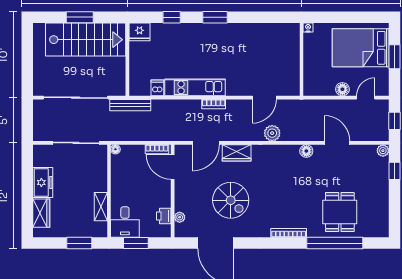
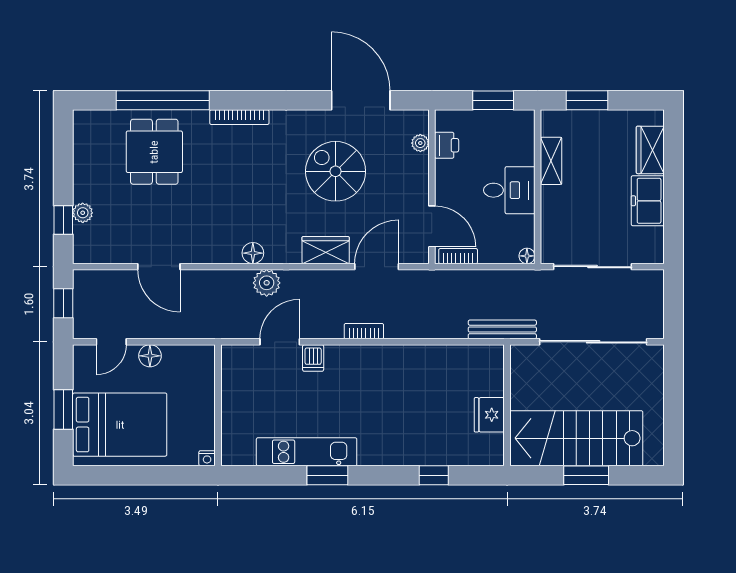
window: (215, 17) -> (327, 475), moved
fridge: (140, 32) -> (489, 415), moved, turned -90
kitchen unit: (195, 87) -> (307, 452), moved, turned 180
dishwasher: (157, 88) -> (313, 358), moved
floor lamp: (306, 151) -> (253, 253), moved
plant: (383, 151) -> (83, 213), moved
desk: (125, 222) -> (509, 190), moved, turned 90

